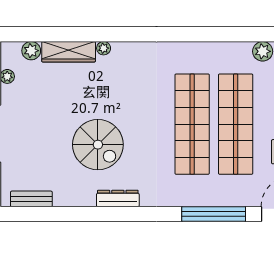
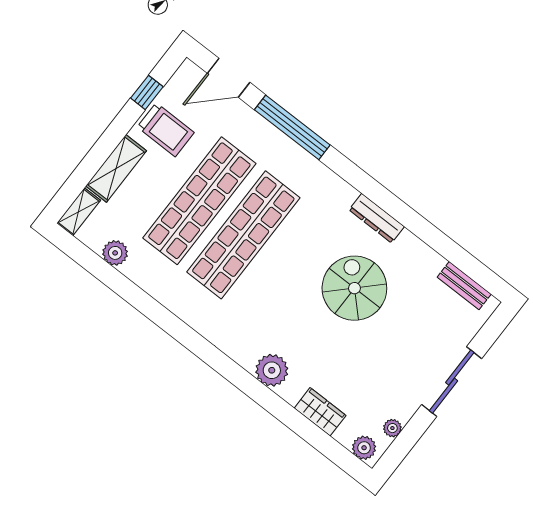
plant: (104, 48) -> (272, 370), width x1.87, depth x1.87
plant: (31, 51) -> (364, 448), moved
wardrobe: (69, 52) -> (320, 412), width x0.67

